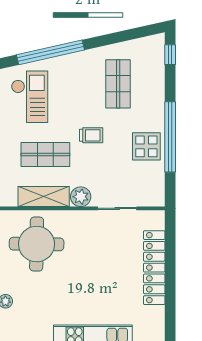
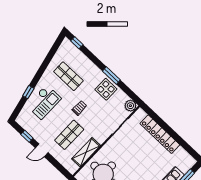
window: (50, 52) -> (28, 92), width x0.32
checkout: (30, 97) -> (44, 102), moved, turned 90
window: (170, 137) -> (111, 75), width x0.47
plant: (81, 197) -> (130, 106), moved

